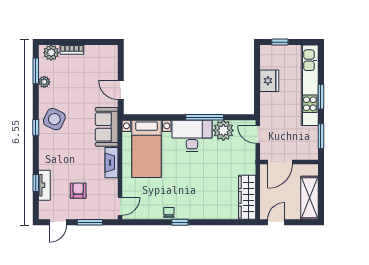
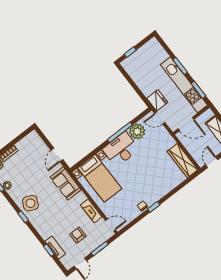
fridge: (269, 81) -> (157, 100), moved
kitchen unit: (310, 85) -> (184, 85), moved
door: (121, 90) -> (57, 155), hinge flipped
door: (280, 162) -> (186, 124), hinge flipped
fireplace: (112, 163) -> (91, 211), moved
door: (120, 206) -> (110, 225), hinge flipped

